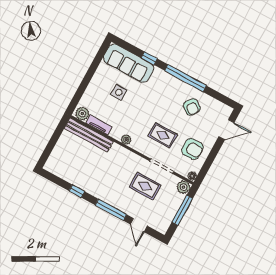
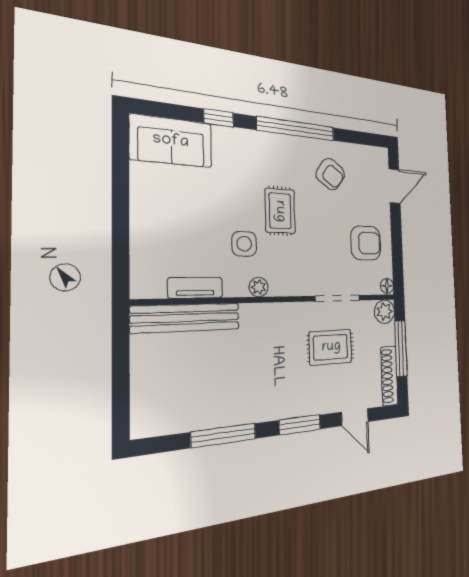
sofa: (129, 63) -> (171, 141), width x0.73
side table: (119, 92) -> (244, 244), moved
plant: (82, 114) -> (150, 284), removed
rug: (163, 135) -> (280, 211), moved, turned 90
window: (77, 191) -> (224, 435), width x2.17
window: (111, 210) -> (300, 425), width x0.69
shoe rack: (168, 219) -> (389, 376), added

